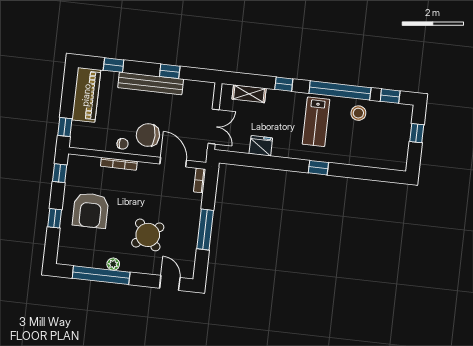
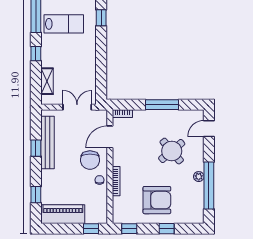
bench: (151, 83) -> (48, 142), moved
fridge: (261, 146) -> (88, 67), removed

